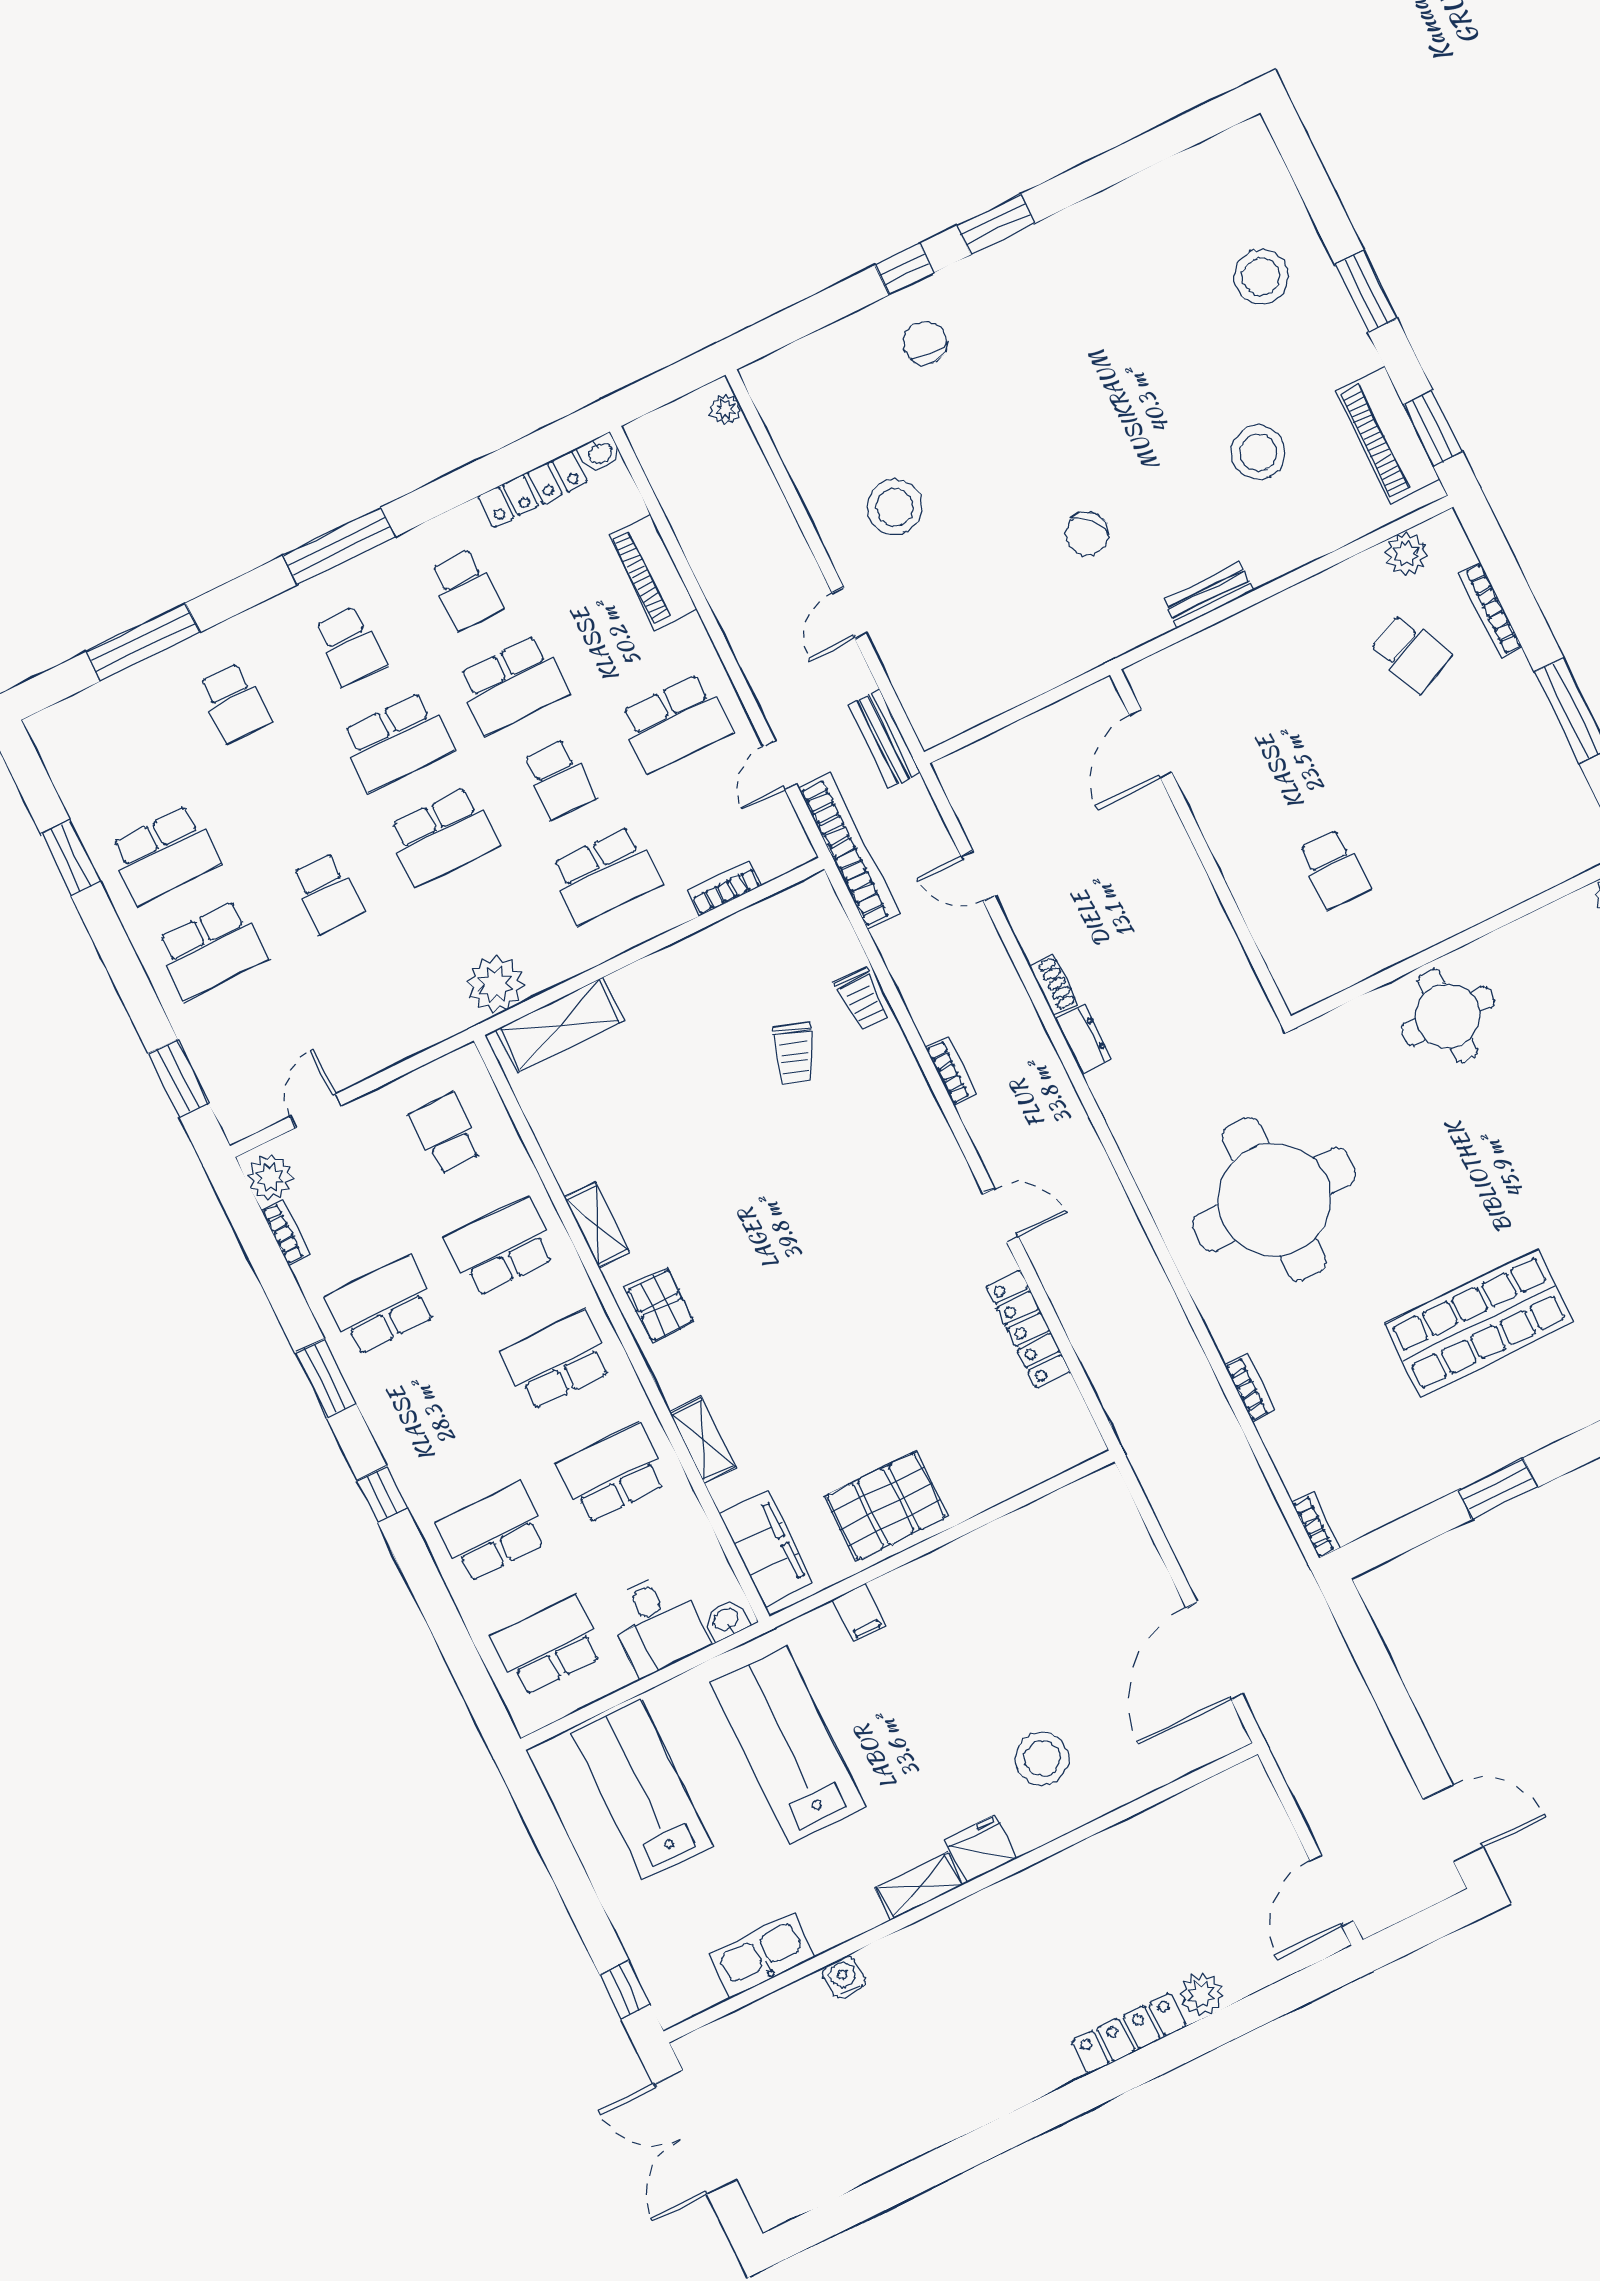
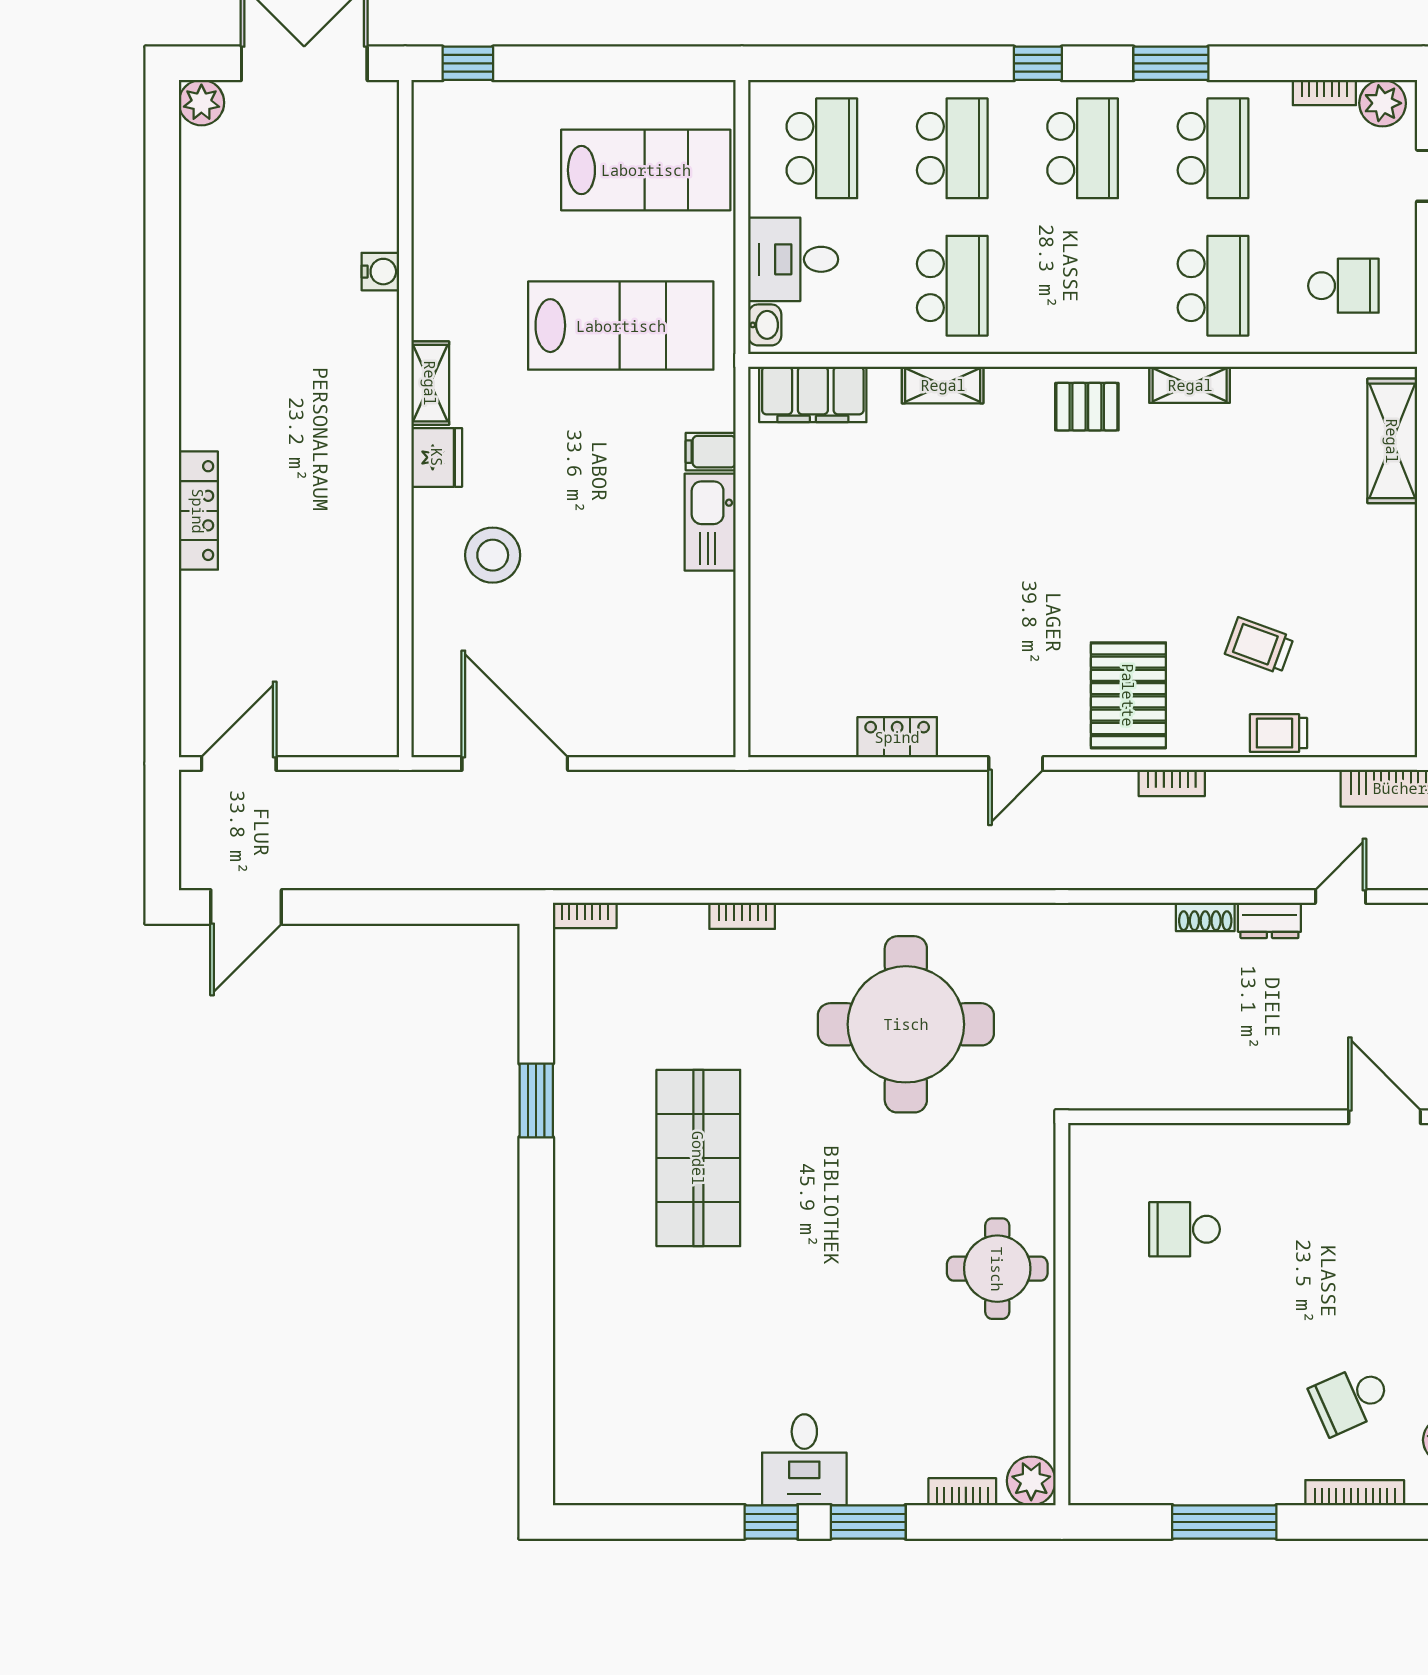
dresser: (1084, 1039) -> (1269, 920), moved
locker: (1028, 1329) -> (897, 737), width x0.66
school desk: (557, 1360) -> (1083, 148), moved
pallet: (886, 1506) -> (1128, 695), moved
door: (1332, 1891) -> (239, 764), hinge flipped
kitchen sink: (762, 1956) -> (710, 522), moved, turned 180
plant: (1202, 1995) -> (201, 103), moved

